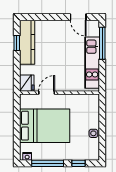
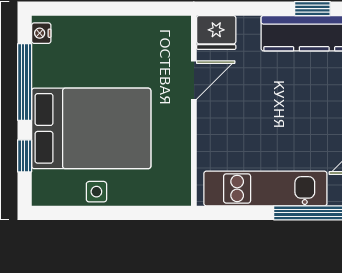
door: (47, 93) -> (194, 80), hinge flipped
bed: (45, 126) -> (91, 128), moved, turned -90

